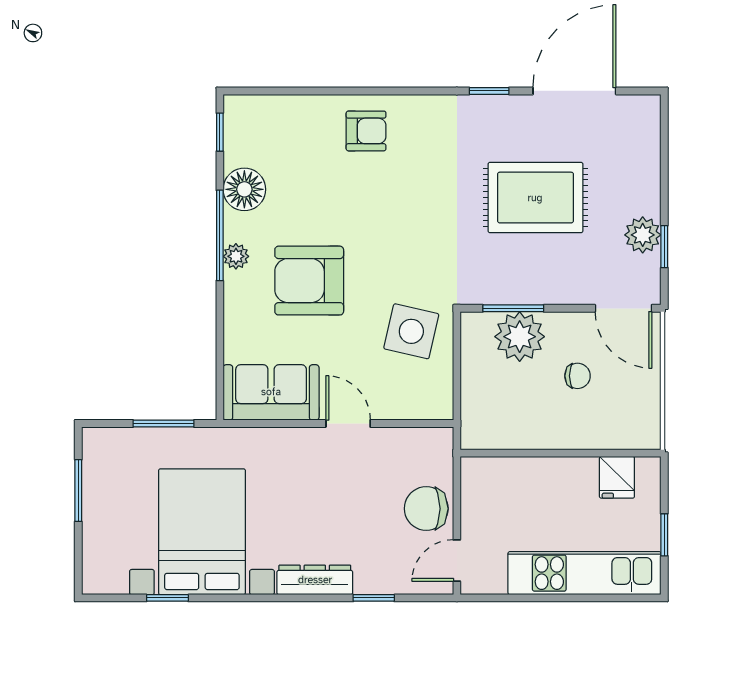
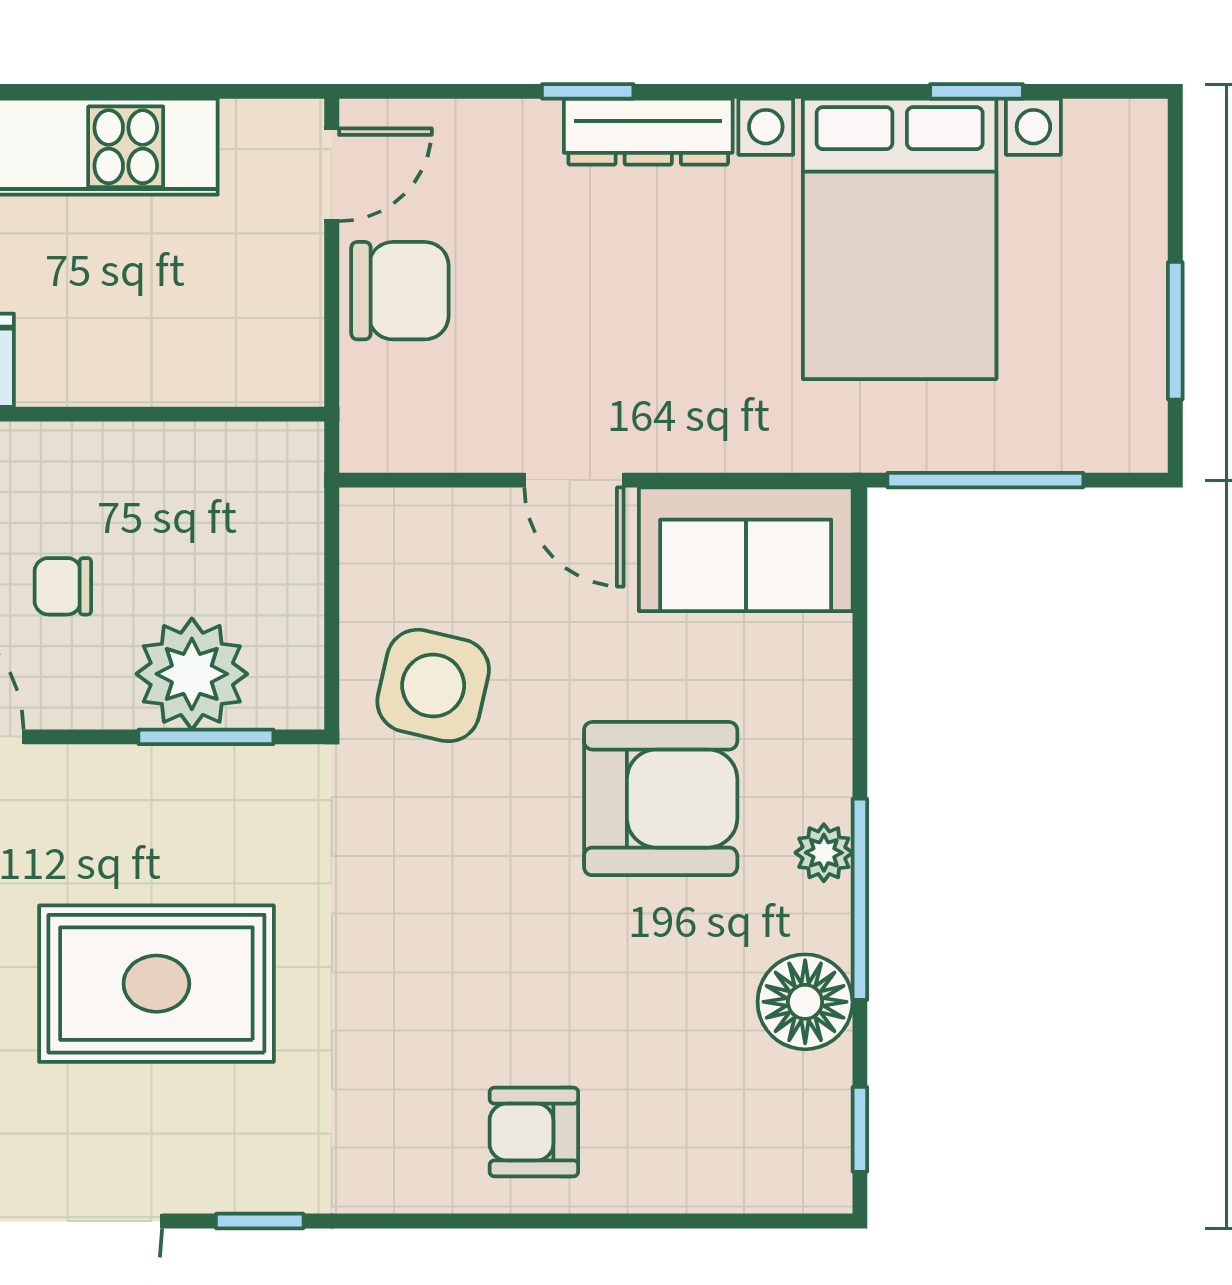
window: (163, 423) -> (985, 480), width x1.44
window: (374, 598) -> (588, 91), moved

